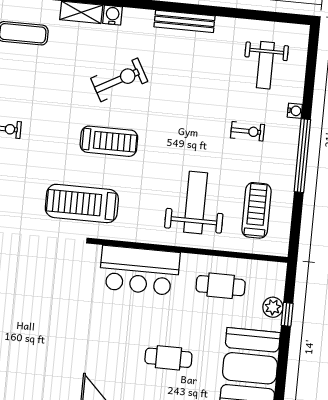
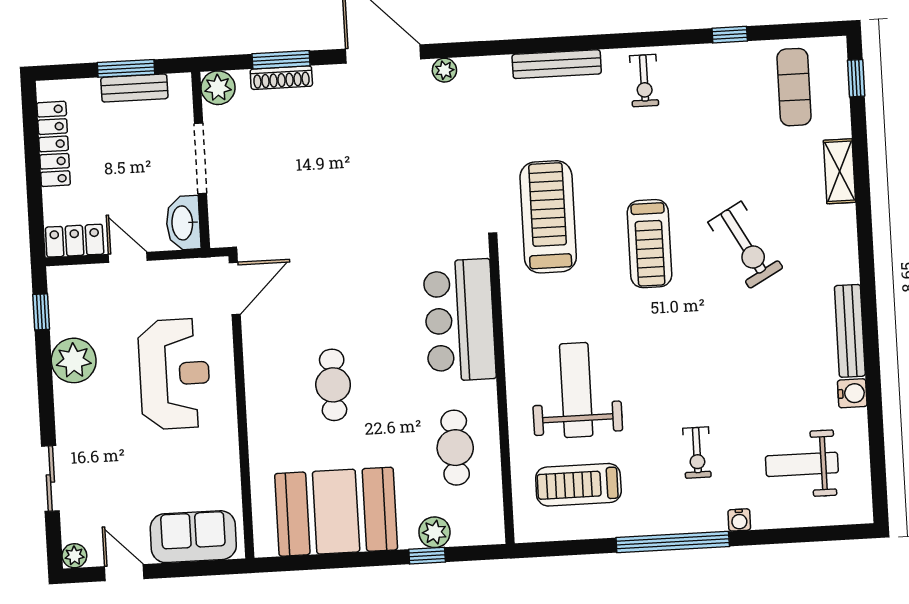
water cooler: (112, 15) -> (852, 393), moved
weight bench: (196, 202) -> (576, 390), turned -90
treadmill: (256, 210) -> (578, 485), turned 180

